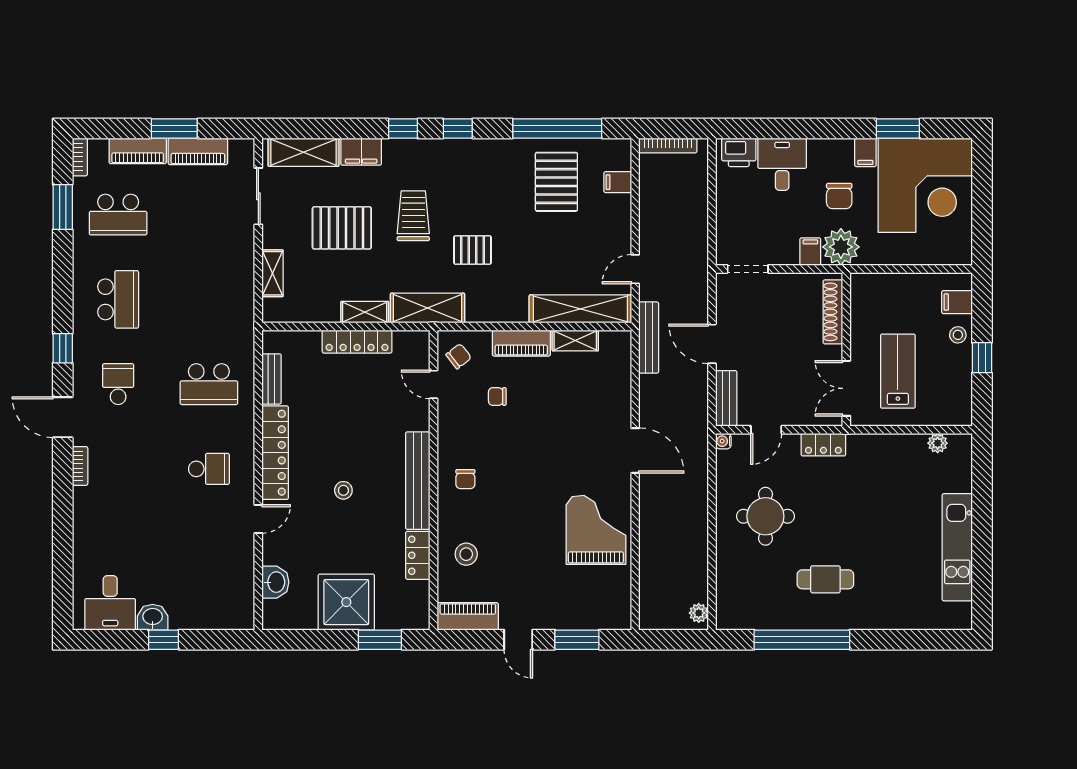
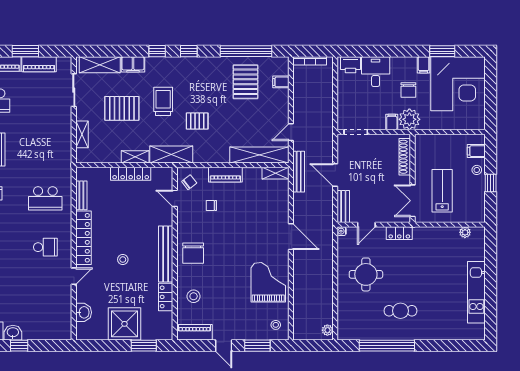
shelving: (575, 340) -> (276, 173), moved
chair: (465, 479) -> (193, 253), width x1.87, depth x1.87
stool: (609, 604) -> (276, 325), added

